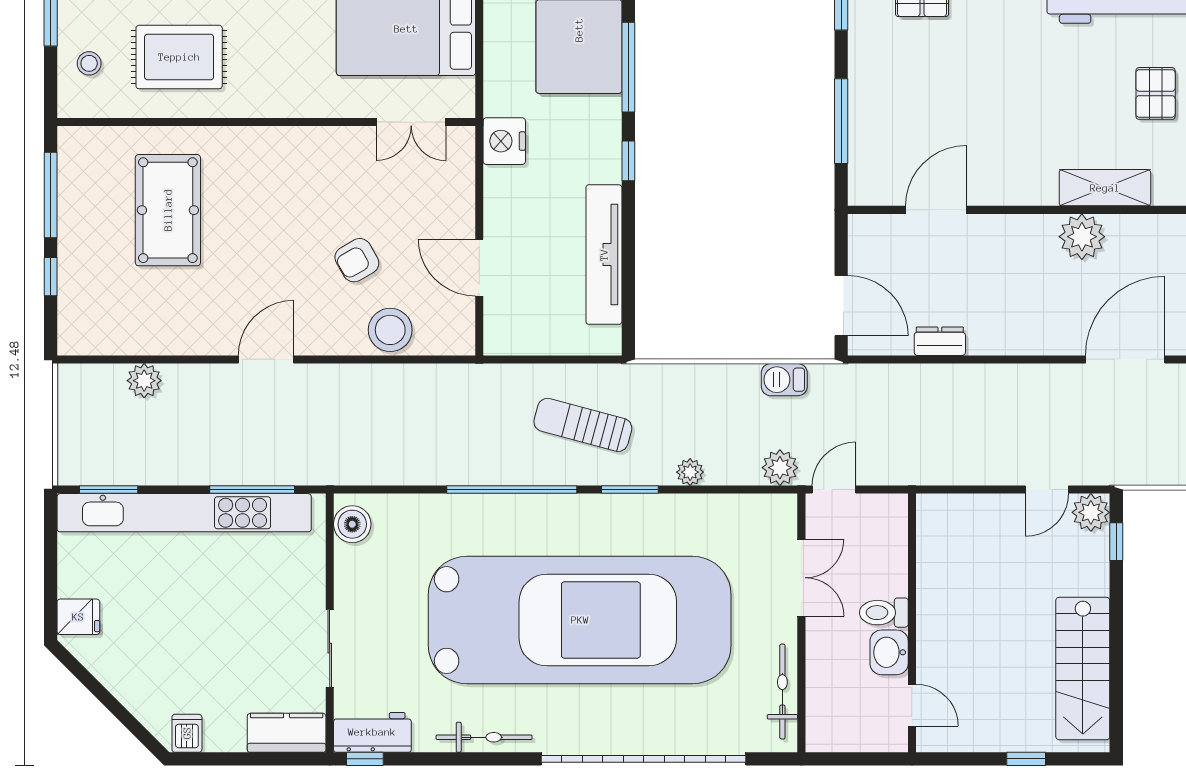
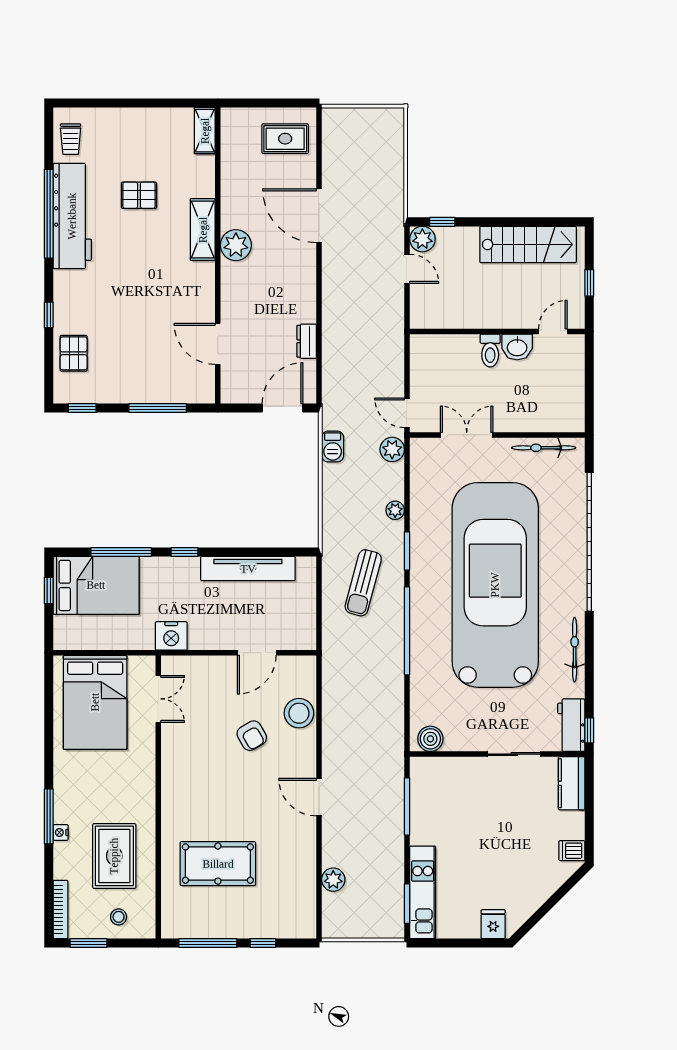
kitchen unit: (184, 513) -> (423, 892), width x0.54
toilet: (884, 613) -> (490, 351), moved
wall: (912, 623) -> (497, 331), moved
washbasin: (889, 652) -> (517, 347), moved
door: (912, 705) -> (553, 331), moved

